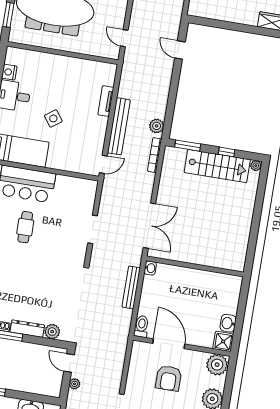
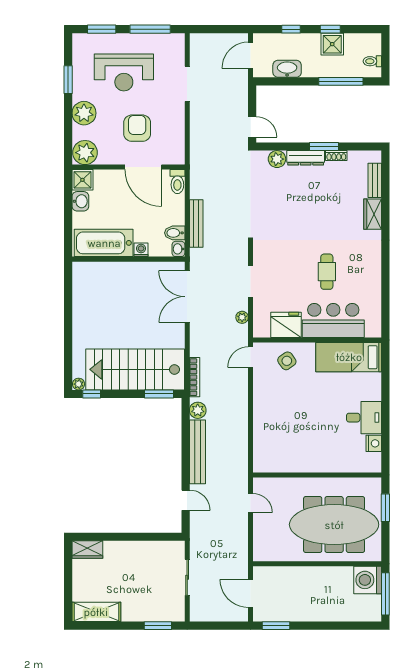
tv unit: (106, 101) -> (259, 429), removed
side table: (53, 118) -> (287, 361), moved
bench: (119, 126) -> (197, 452), moved
window: (227, 152) -> (92, 394), moved
stairs: (217, 166) -> (135, 369), width x1.36, depth x1.51
fridge: (68, 187) -> (286, 325), added
washing machine: (183, 273) -> (141, 250), added
bidet: (151, 282) -> (175, 233), added
bathtub: (214, 284) -> (104, 243), added
plant: (75, 384) -> (242, 317), moved

